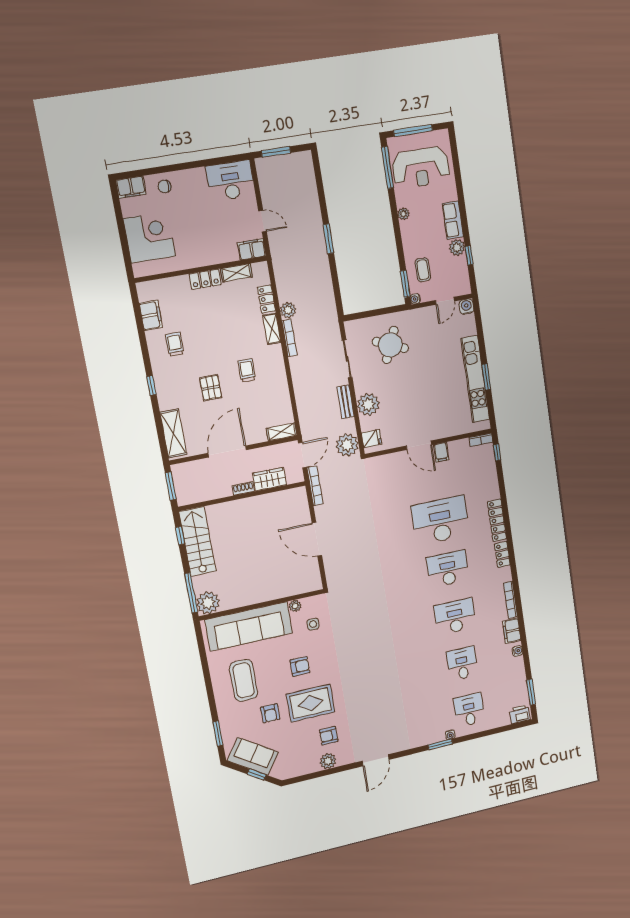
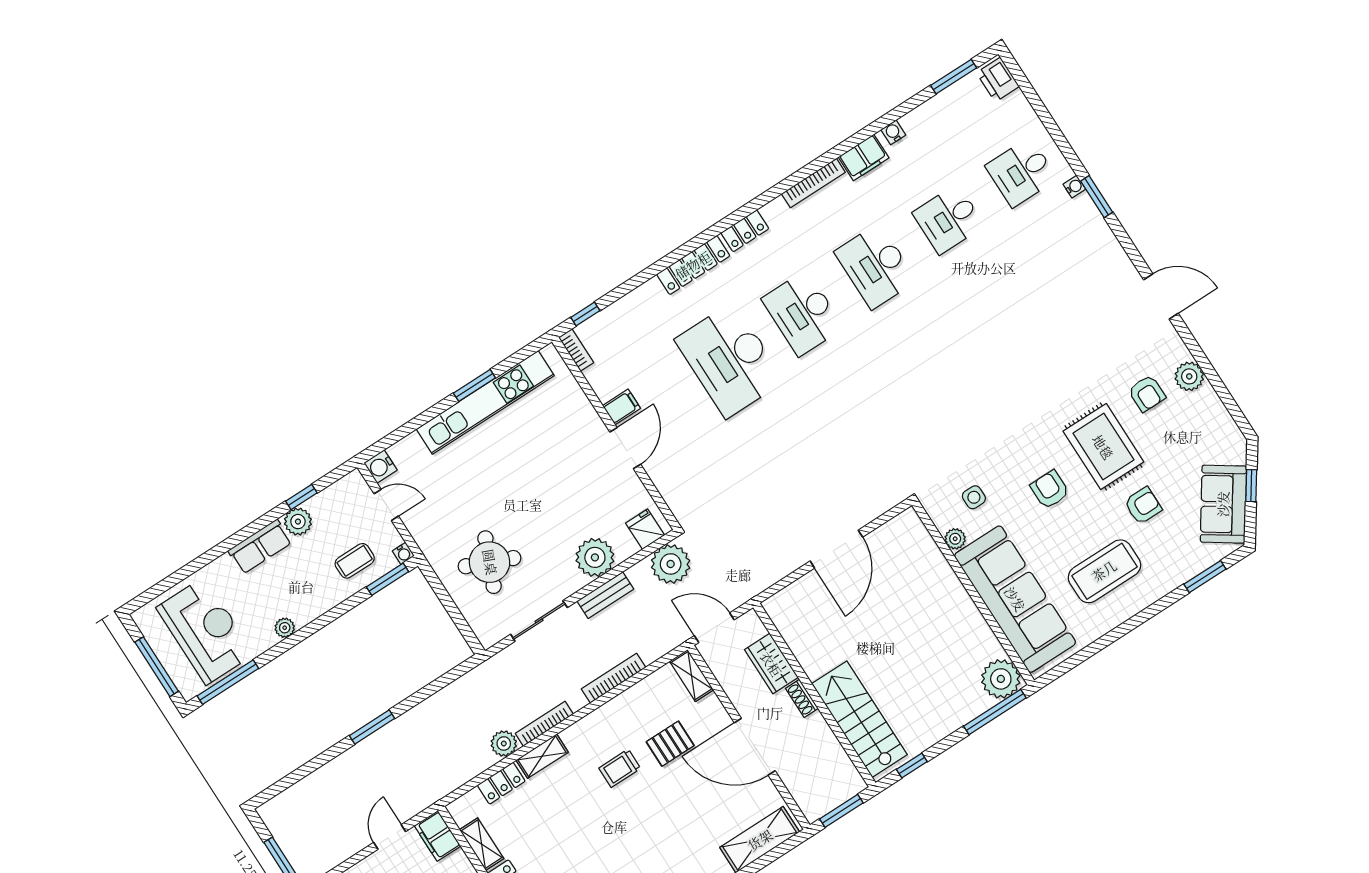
pallet: (211, 388) -> (670, 744), moved
bookcase: (315, 486) -> (614, 678), moved
stairs: (197, 541) -> (859, 719), moved, turned 90

